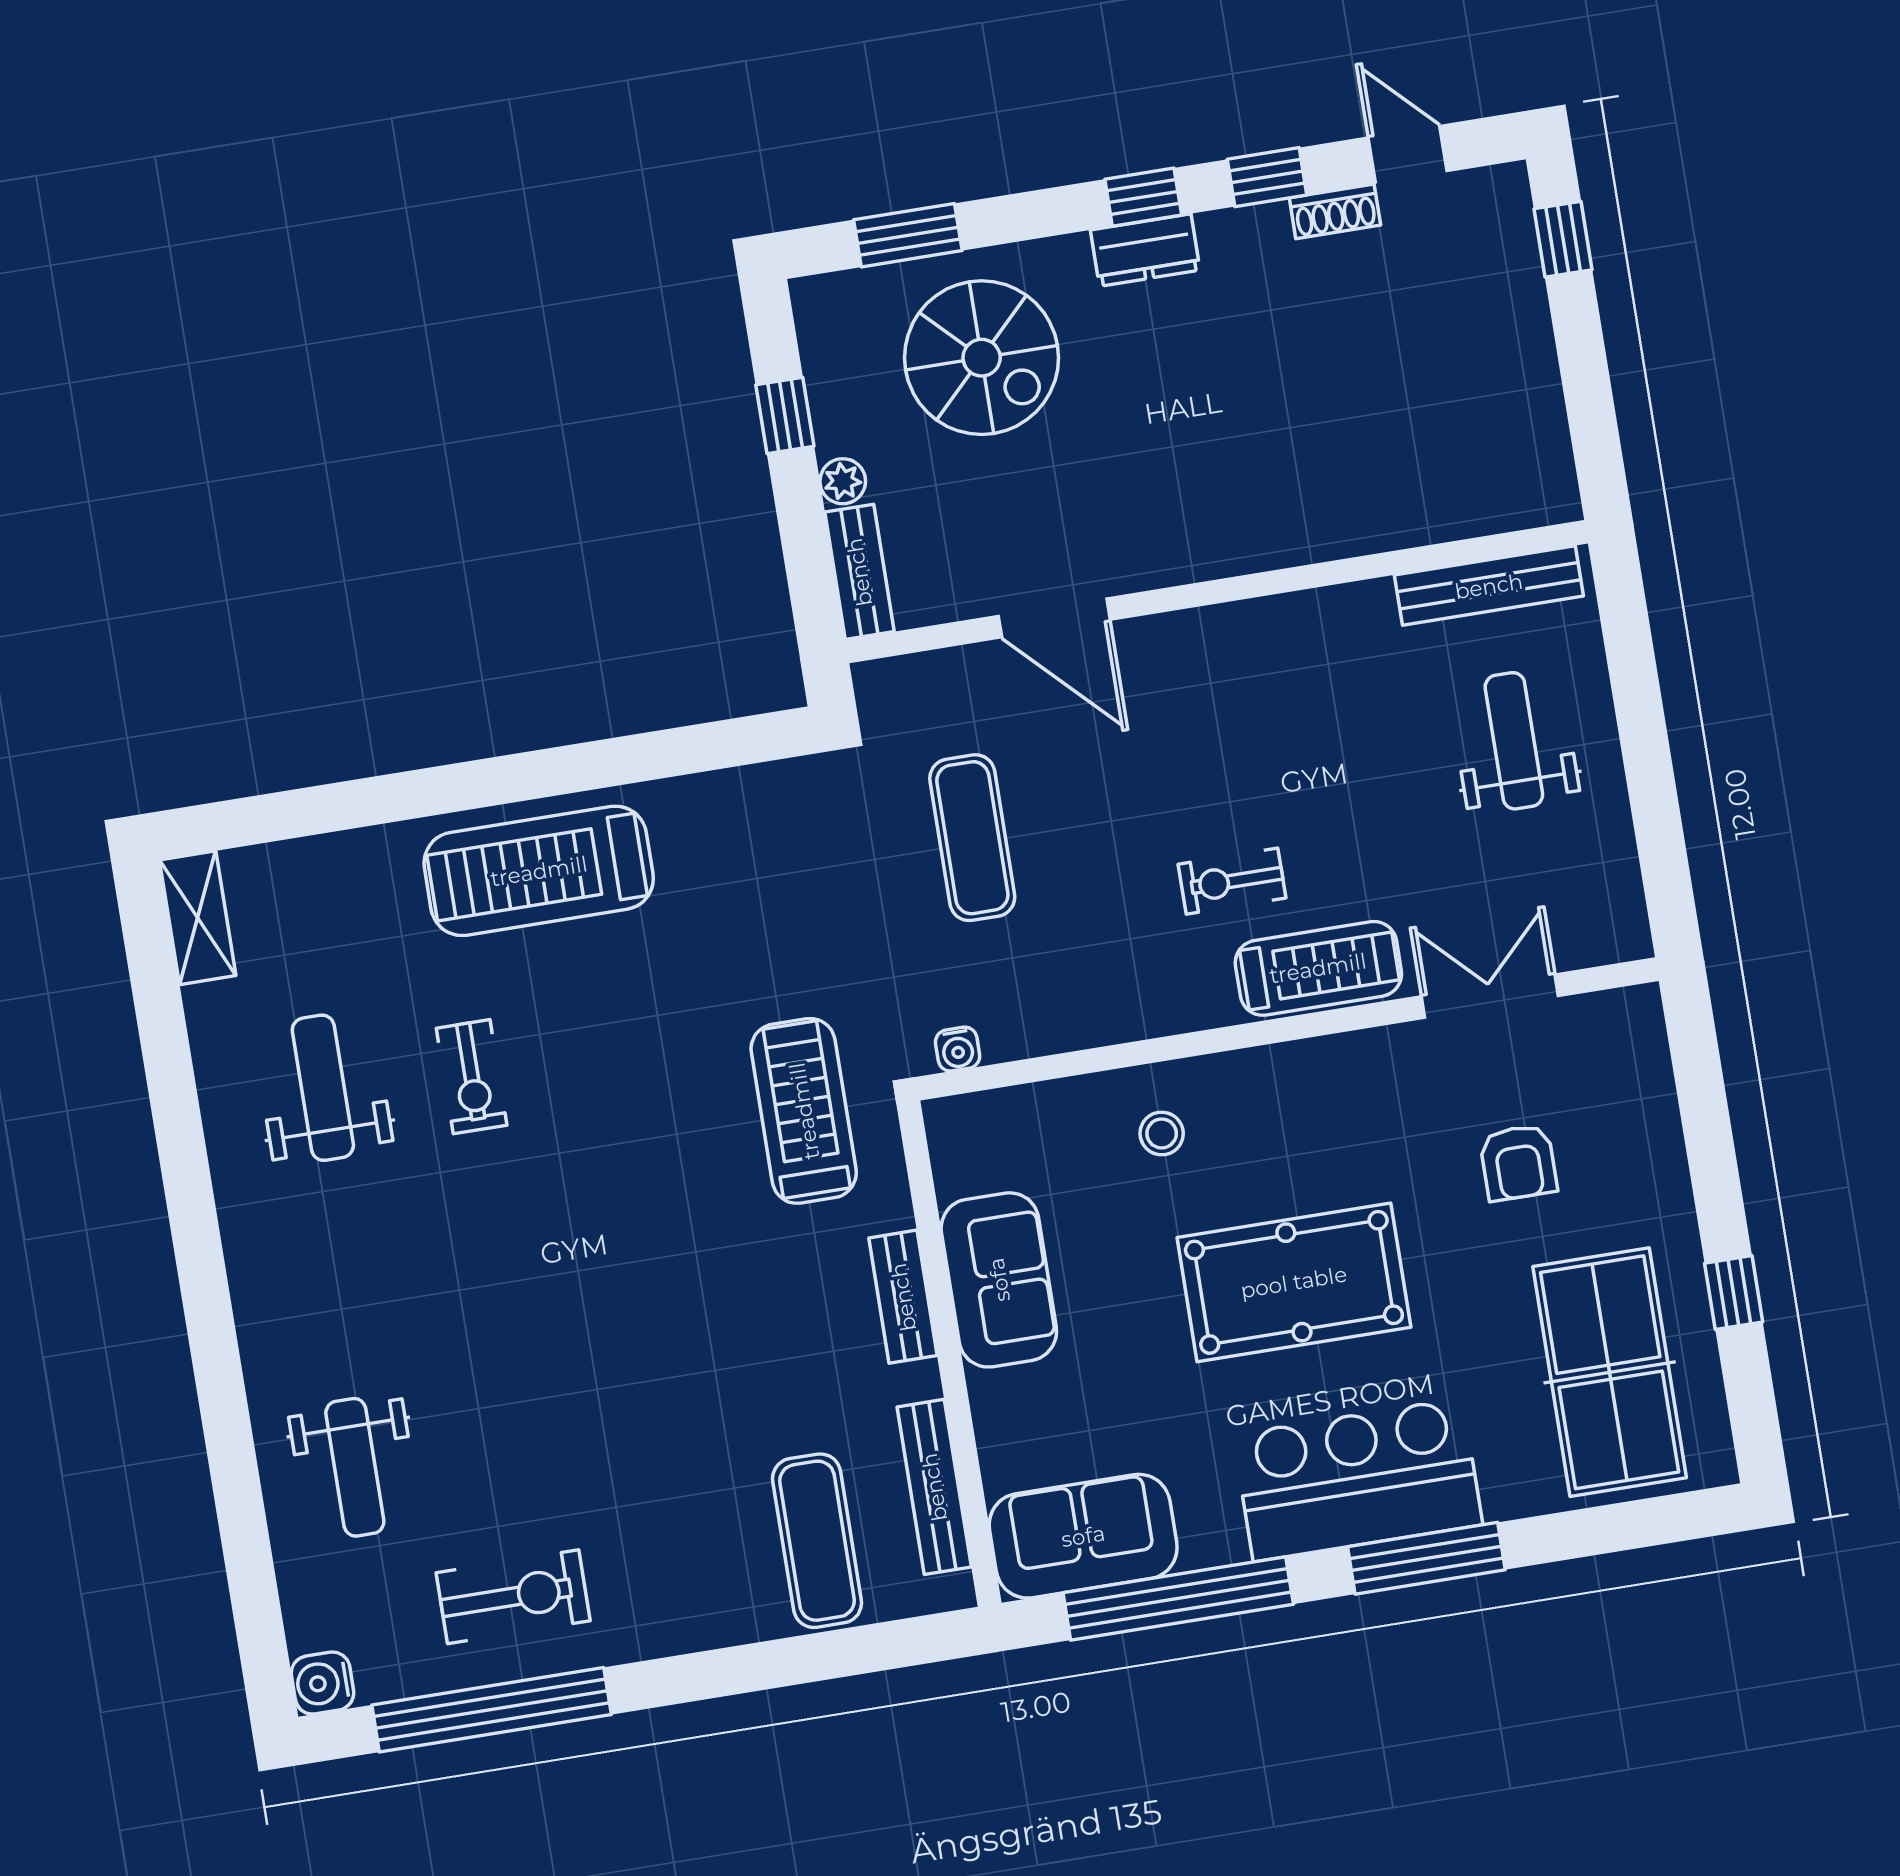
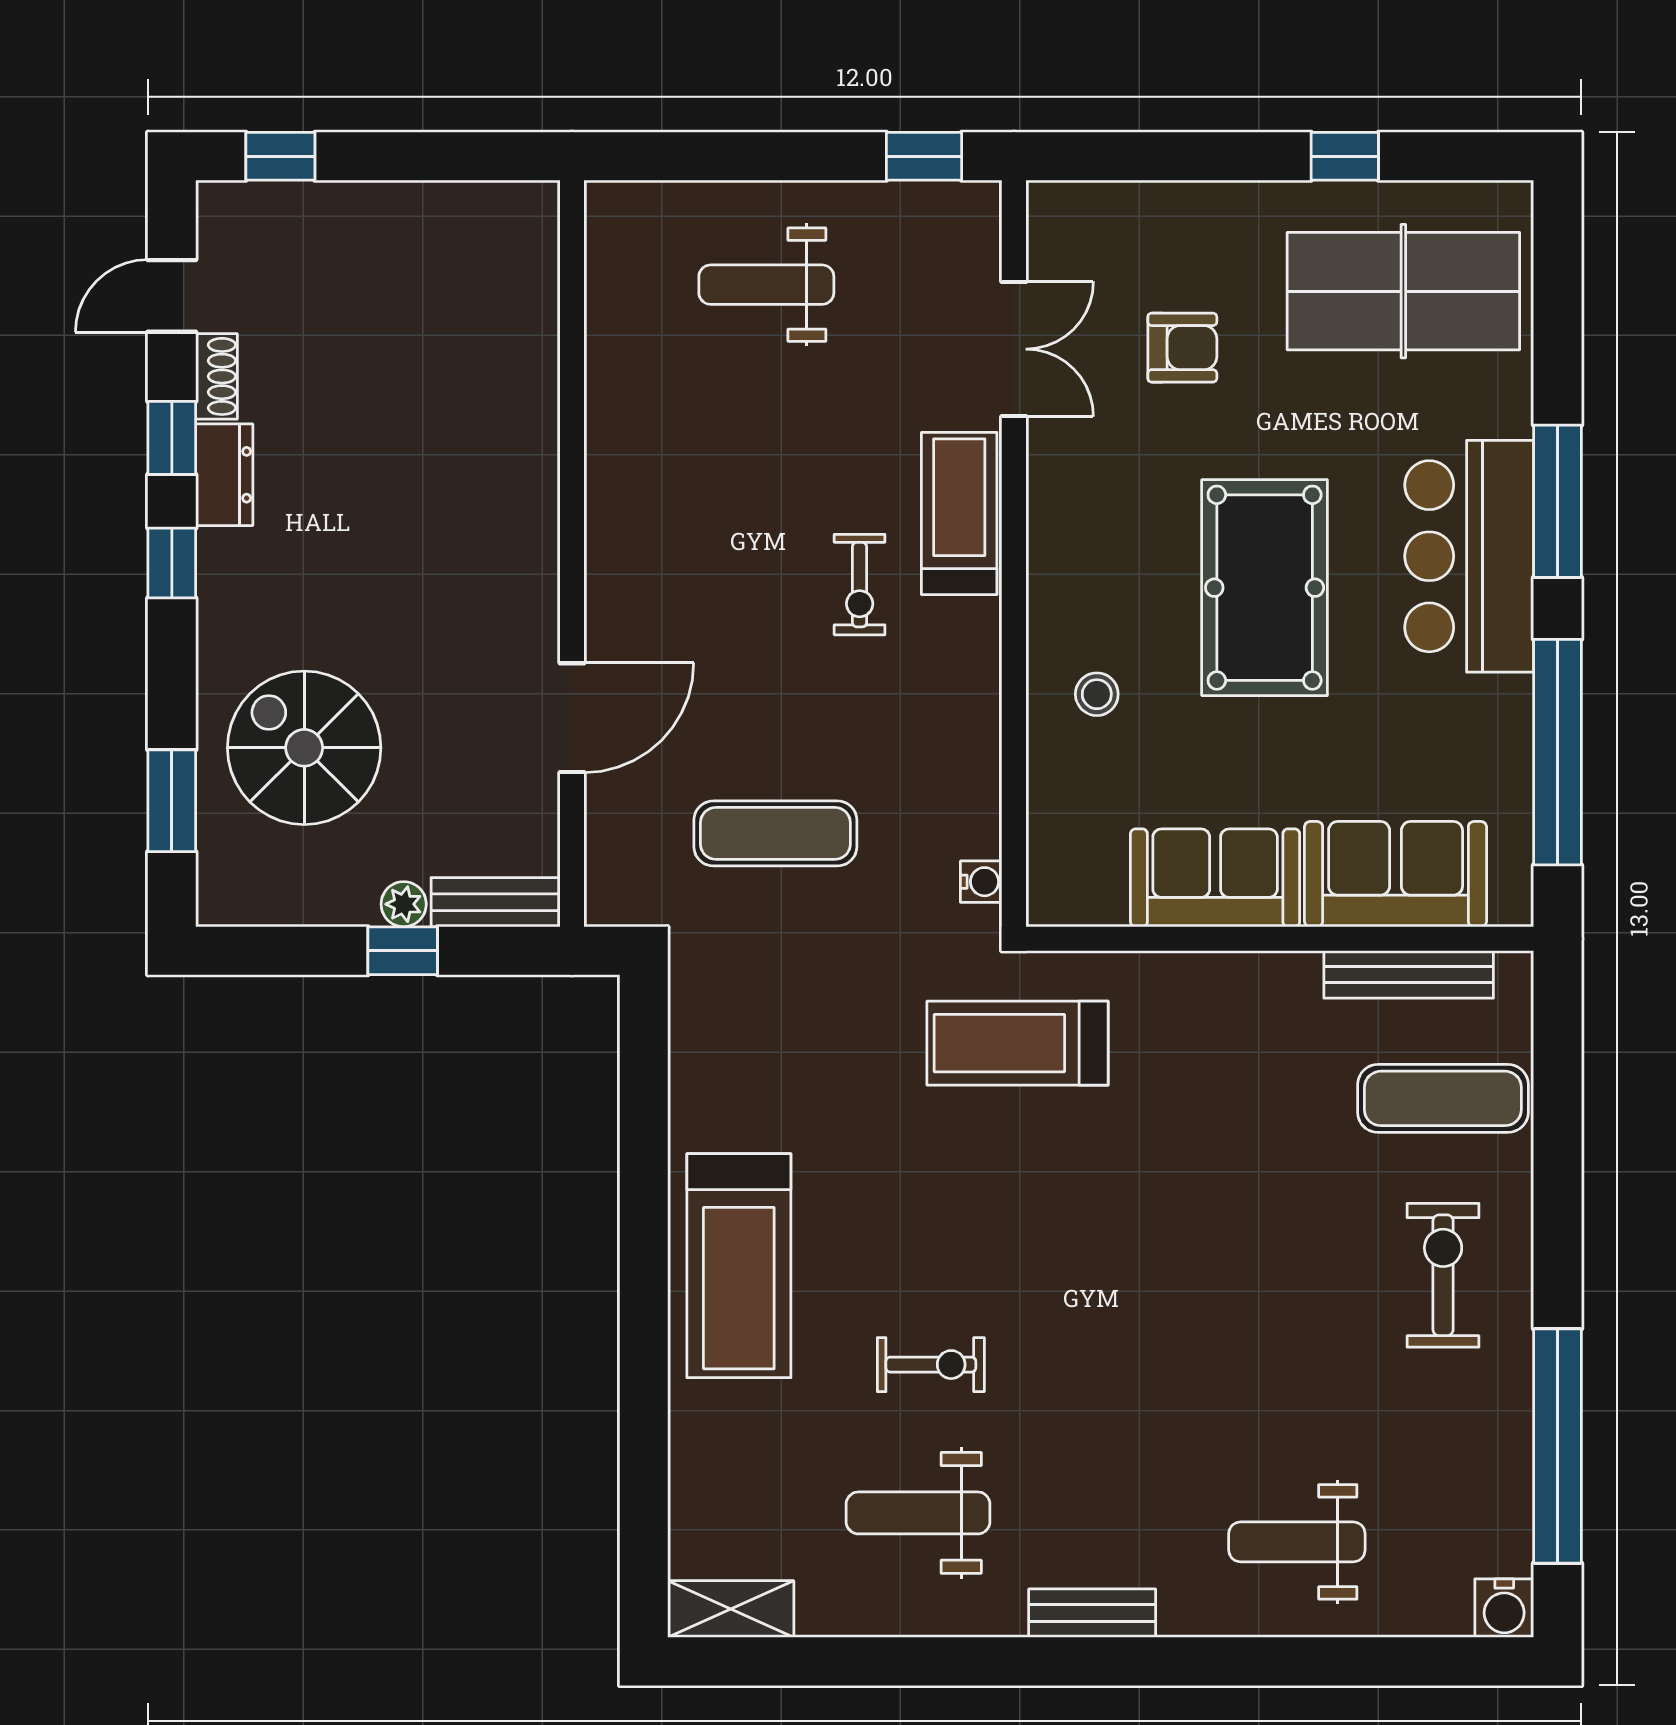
dresser: (1145, 250) -> (224, 475), moved
spiral stairs: (982, 358) -> (304, 748), turned -90
window: (785, 415) -> (403, 951), moved
bench: (1489, 586) -> (609, 285), removed
window: (1666, 876) -> (924, 156), added
double door: (1490, 996) -> (1014, 349), swing flipped
bench: (903, 1297) -> (1092, 1613), moved
weight bench: (355, 1467) -> (1297, 1542), turned 180
sofa: (1083, 1536) -> (1396, 874), moved, turned 90
exercise bike: (513, 1597) -> (1443, 1275), moved

